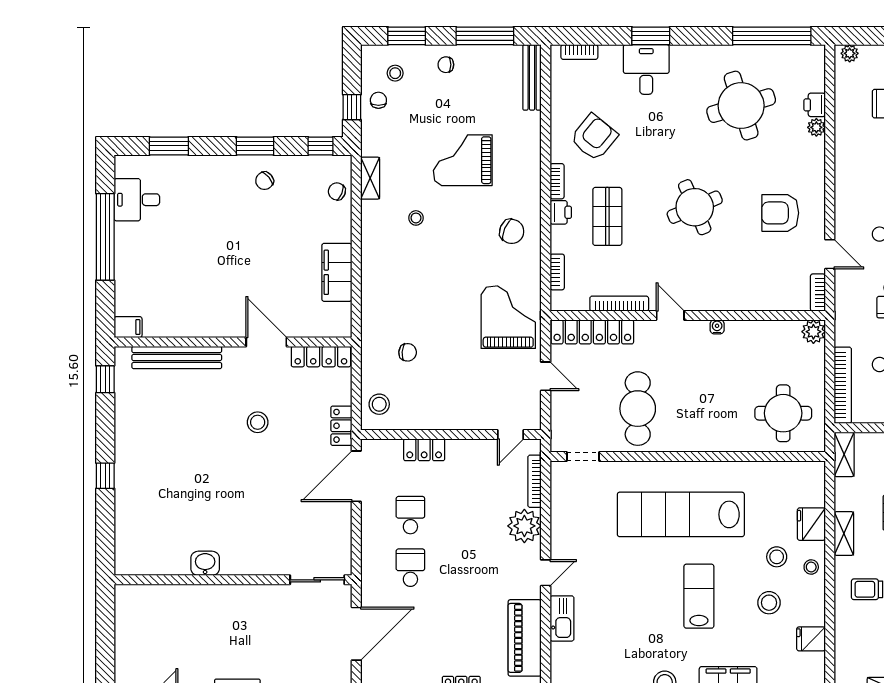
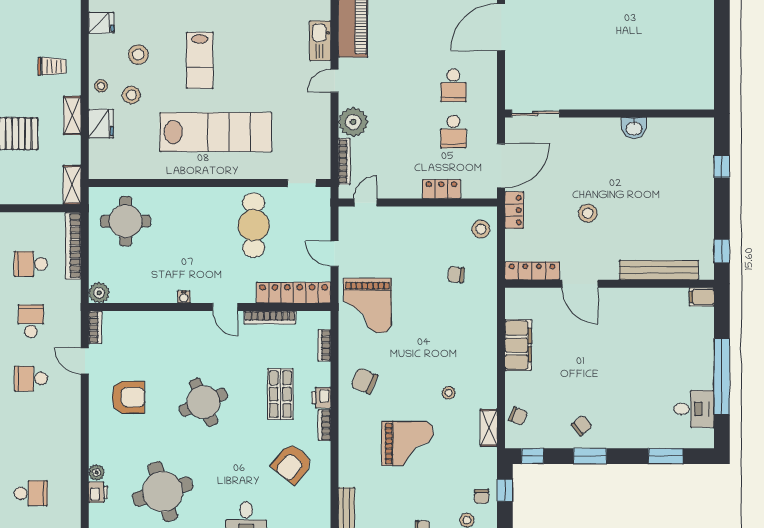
washbasin: (205, 563) -> (634, 128), moved
wall: (233, 580) -> (609, 113), moved
sliding door: (317, 580) -> (535, 113), moved

